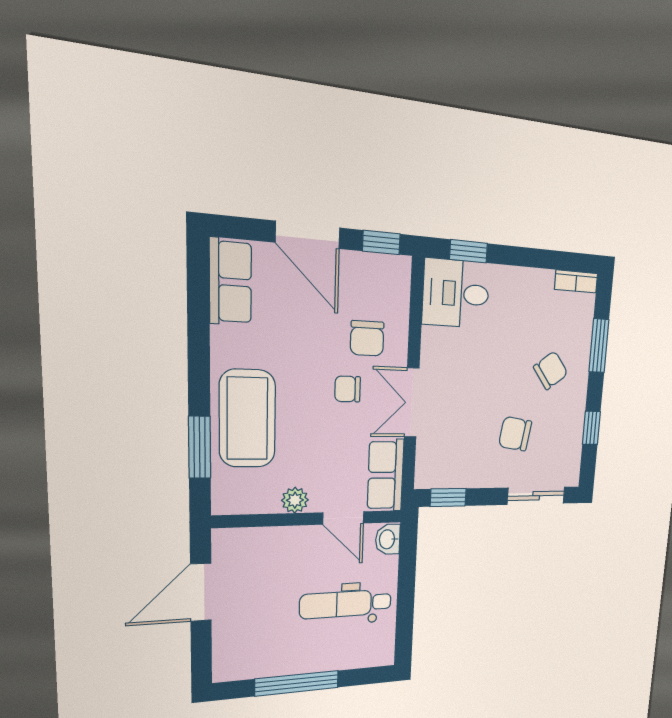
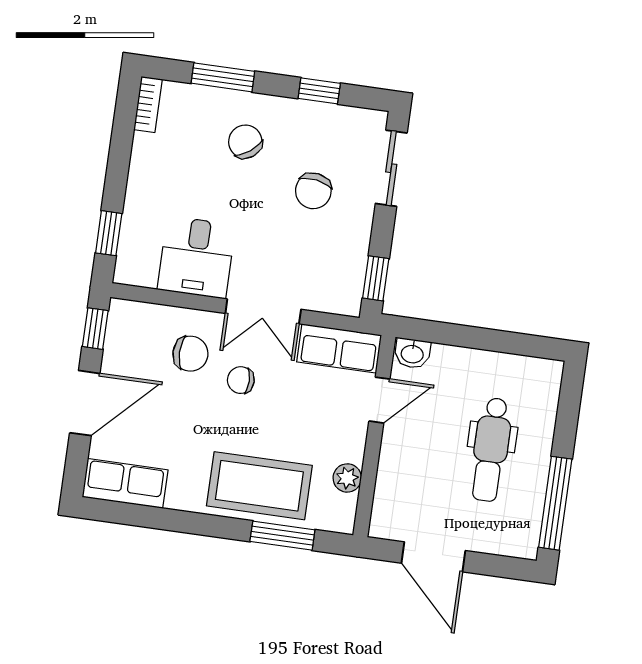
desk: (456, 294) -> (196, 257), moved
chair: (348, 389) -> (241, 380), turned 90
plant: (295, 500) -> (347, 478), moved
dental chair: (346, 604) -> (491, 450), moved
window: (297, 683) -> (555, 503), moved

